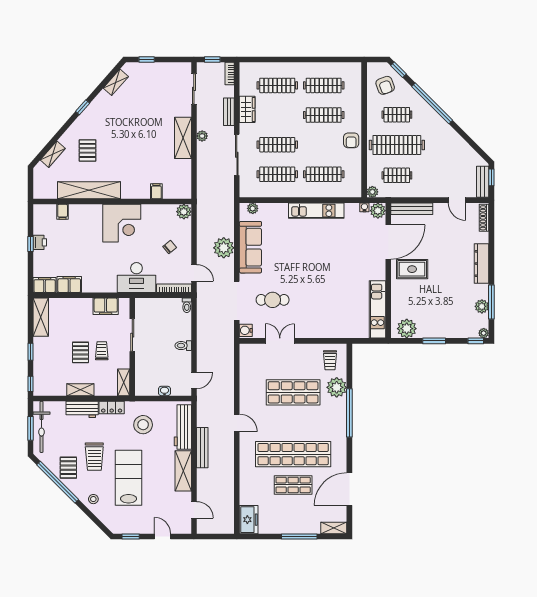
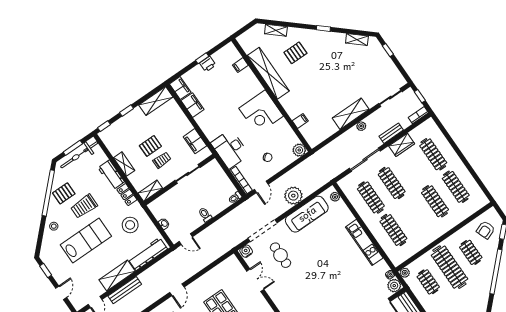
armchair: (351, 140) -> (431, 233), removed
bench: (202, 448) -> (125, 290), moved

